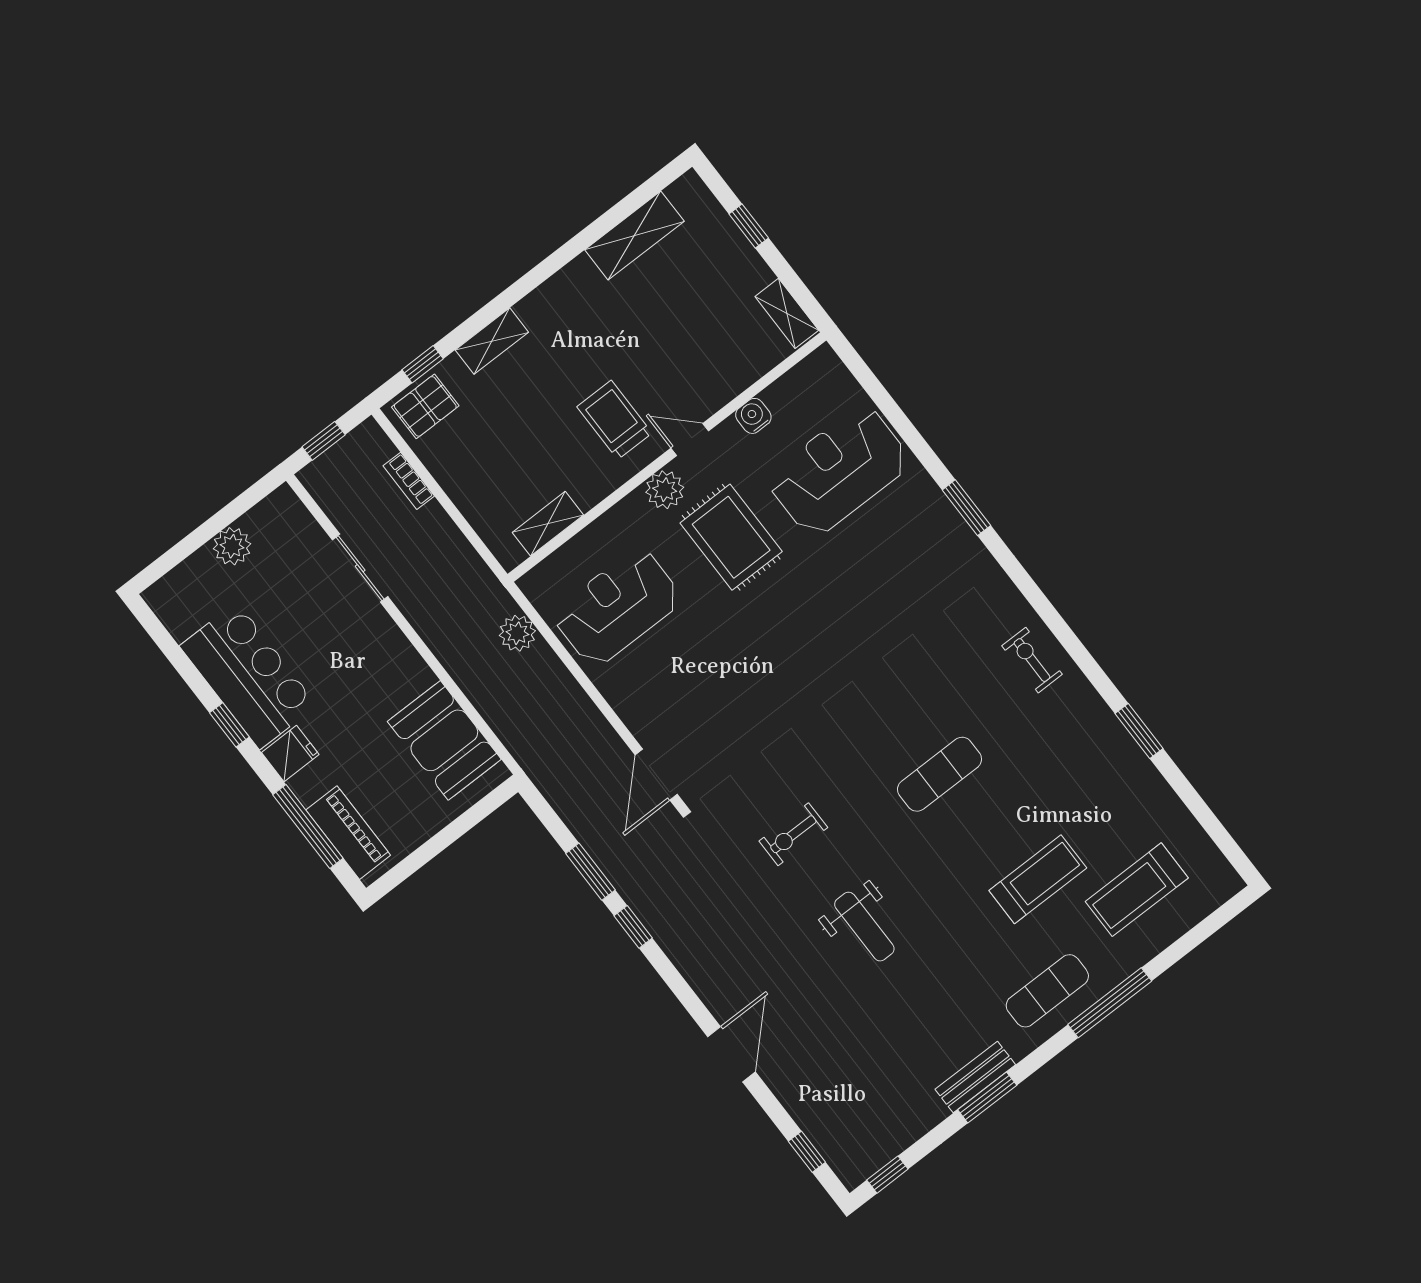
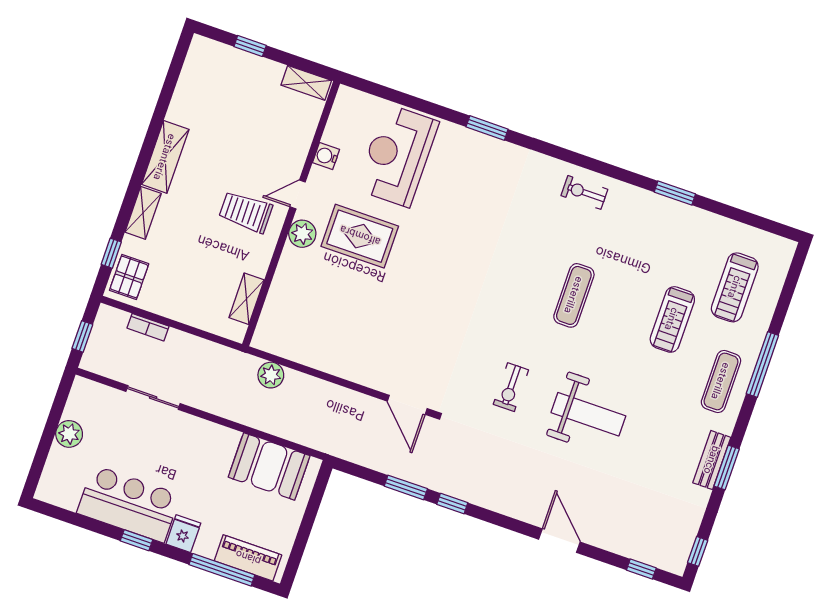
shelving: (634, 236) -> (165, 157), moved
reception desk: (617, 607) -> (320, 321), removed
treadmill: (1038, 879) -> (672, 319), turned 180
weight bench: (864, 927) -> (588, 414), width x1.36, depth x1.33

